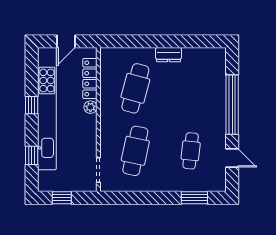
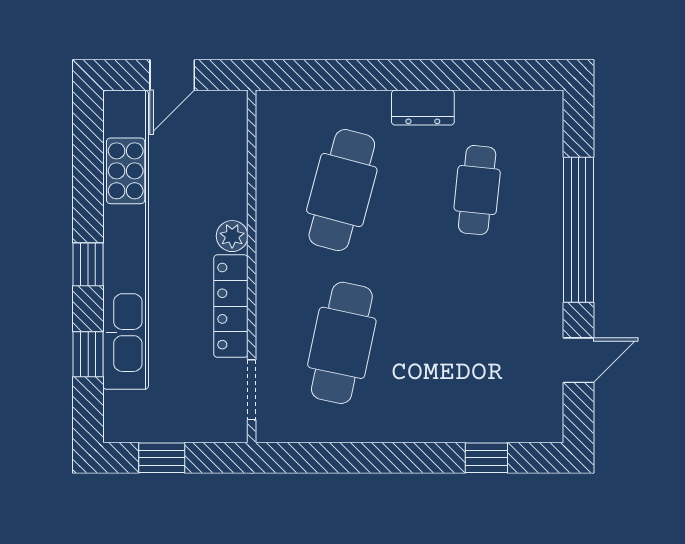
locker: (90, 79) -> (231, 306), moved
window: (32, 105) -> (88, 264), moved
cafe table: (191, 151) -> (477, 190), moved
door: (232, 158) -> (579, 360), hinge flipped
window: (194, 198) -> (486, 458), width x0.67

